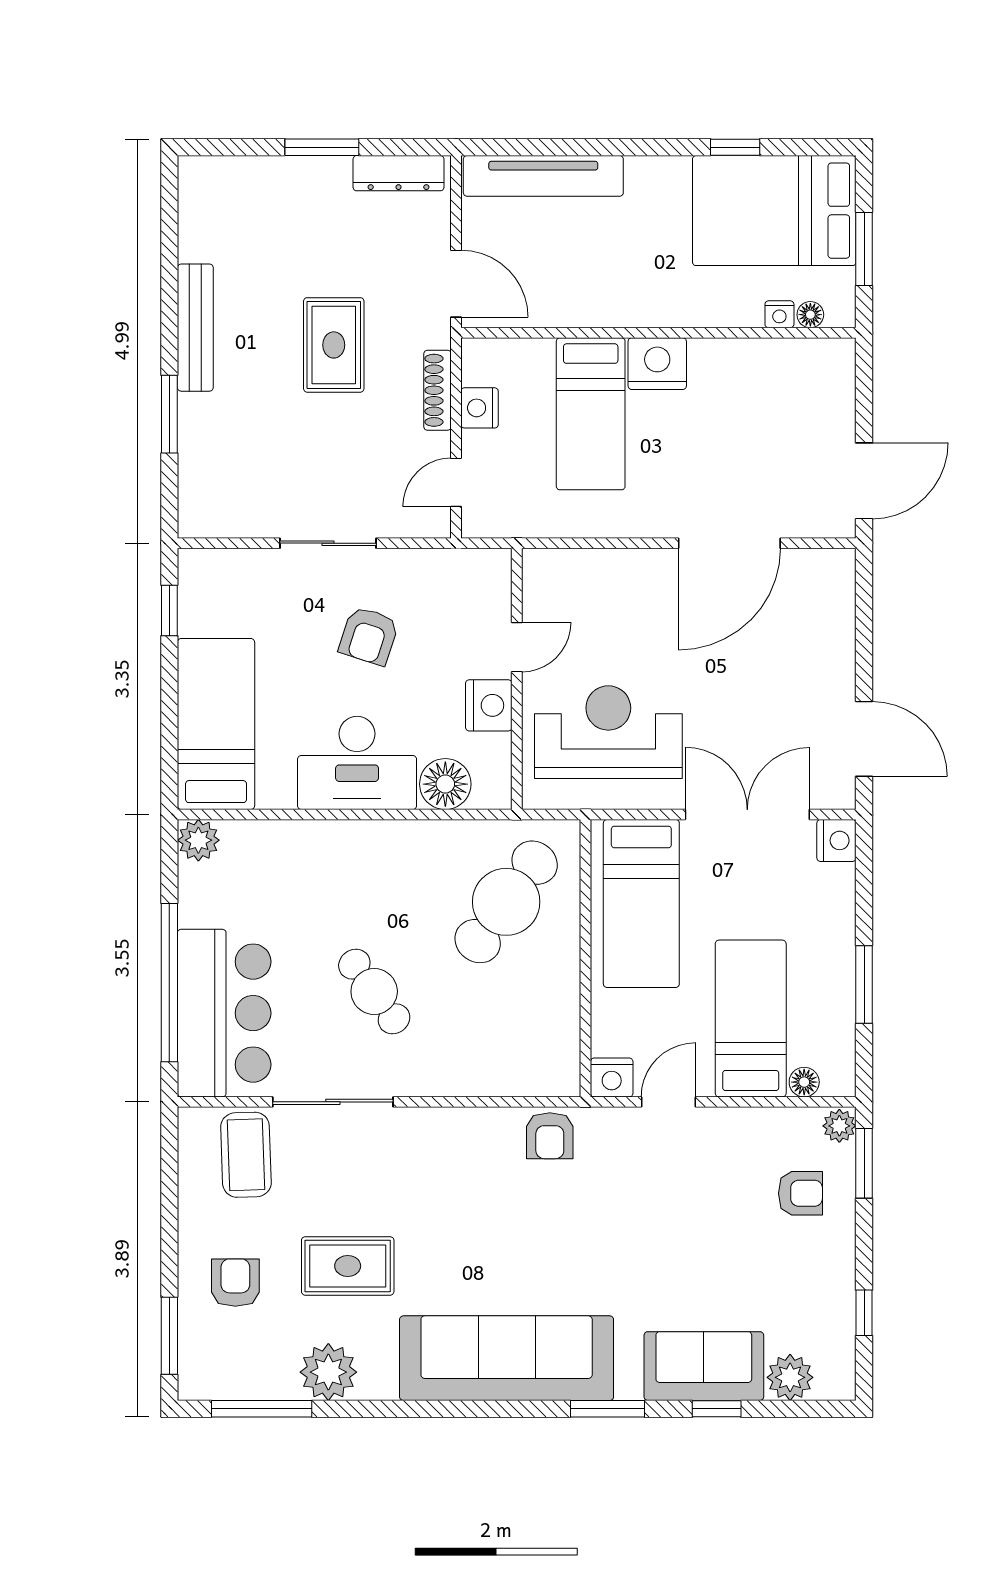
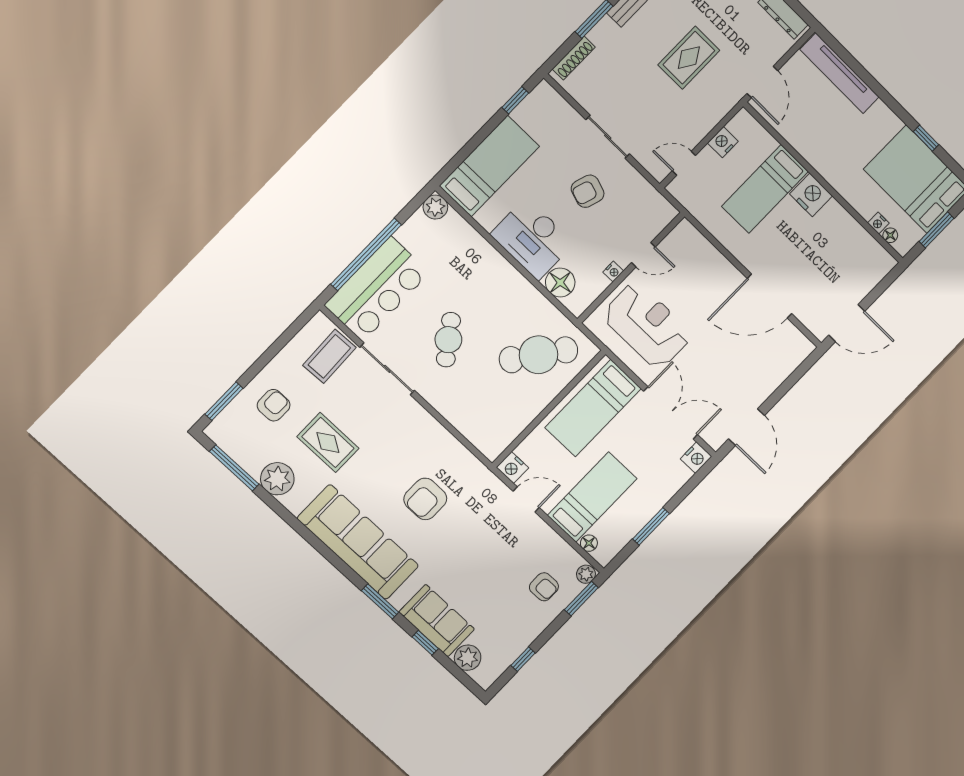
shoe rack: (437, 390) -> (574, 58), moved, turned 180
nightstand: (489, 705) -> (613, 272), width x0.53, depth x0.56
armchair: (550, 1136) -> (425, 499), moved, width x1.38, depth x1.38

